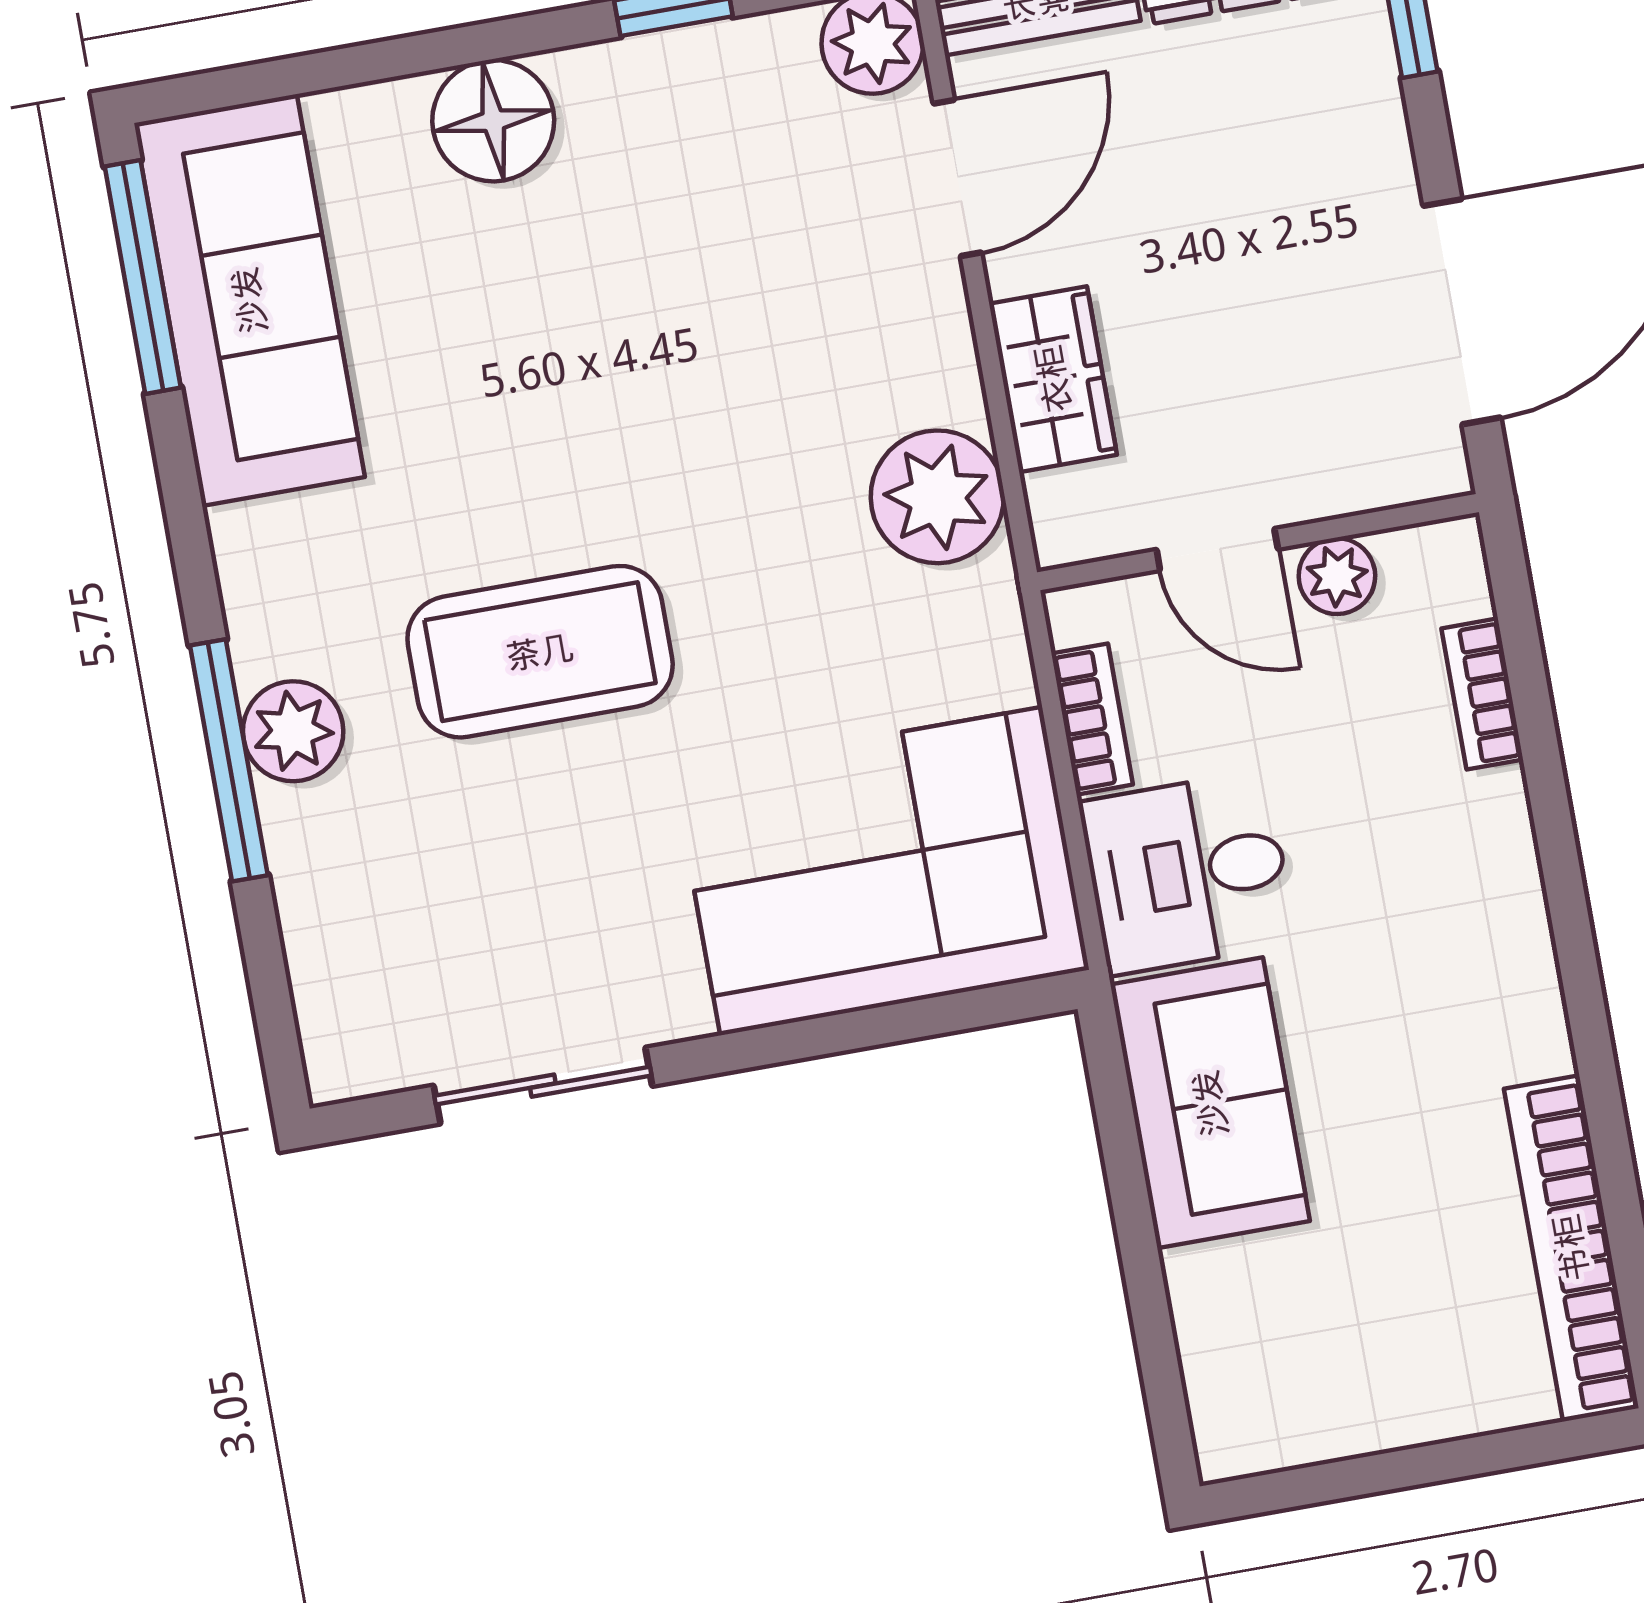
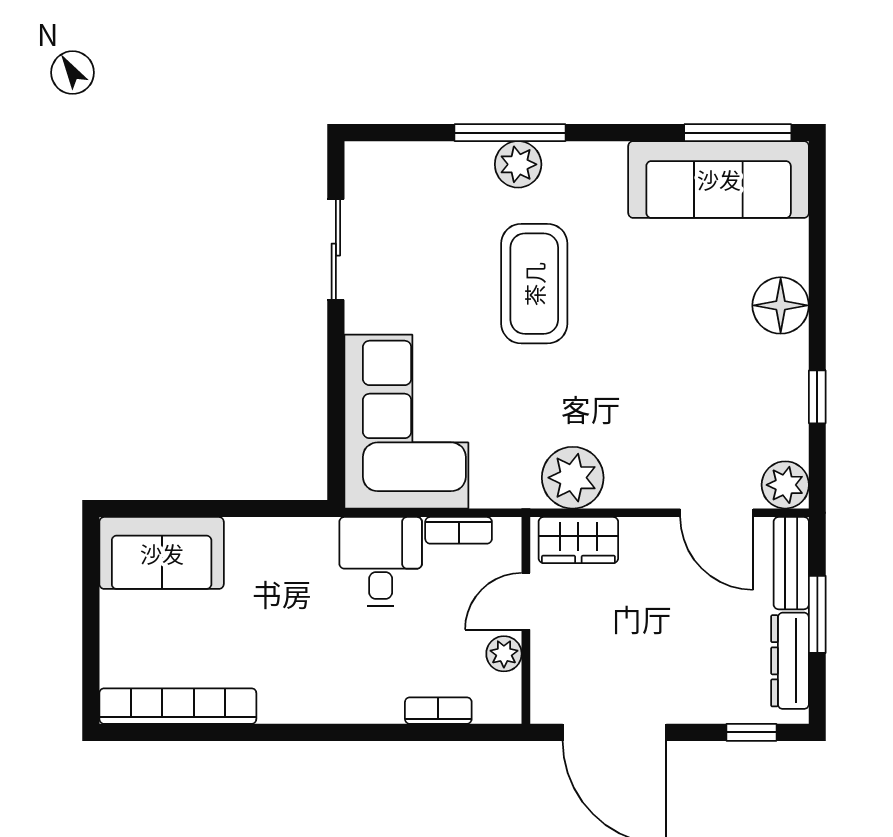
wardrobe: (1053, 379) -> (578, 540), moved
sofa: (1210, 1103) -> (162, 553), moved

